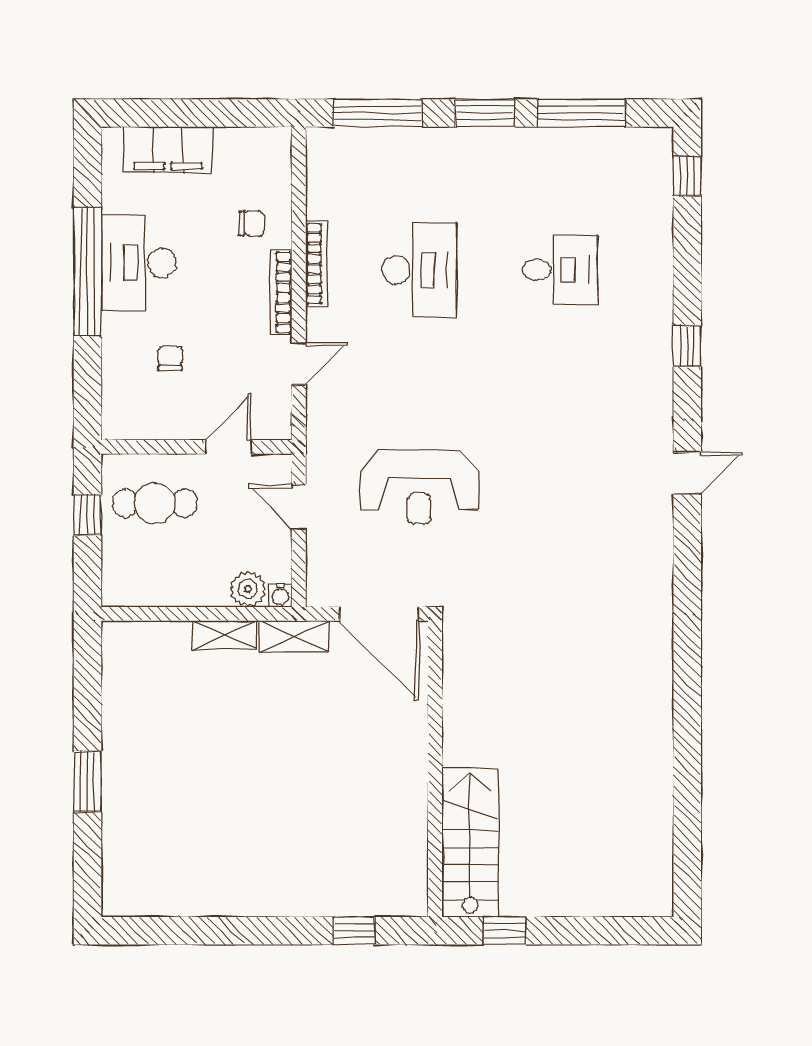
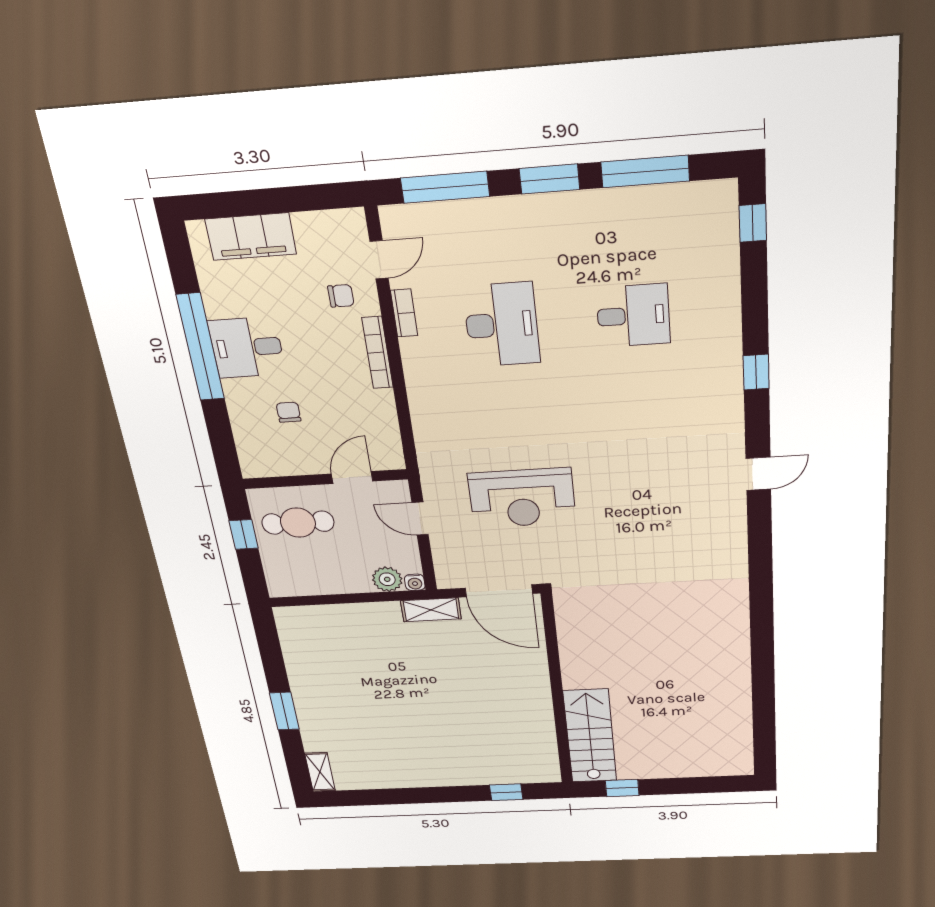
desk: (139, 263) -> (247, 347), width x0.73
bookcase: (316, 264) -> (404, 313), width x0.64
door: (299, 364) -> (379, 260), moved
shelving: (224, 635) -> (320, 772), moved, turned 90

